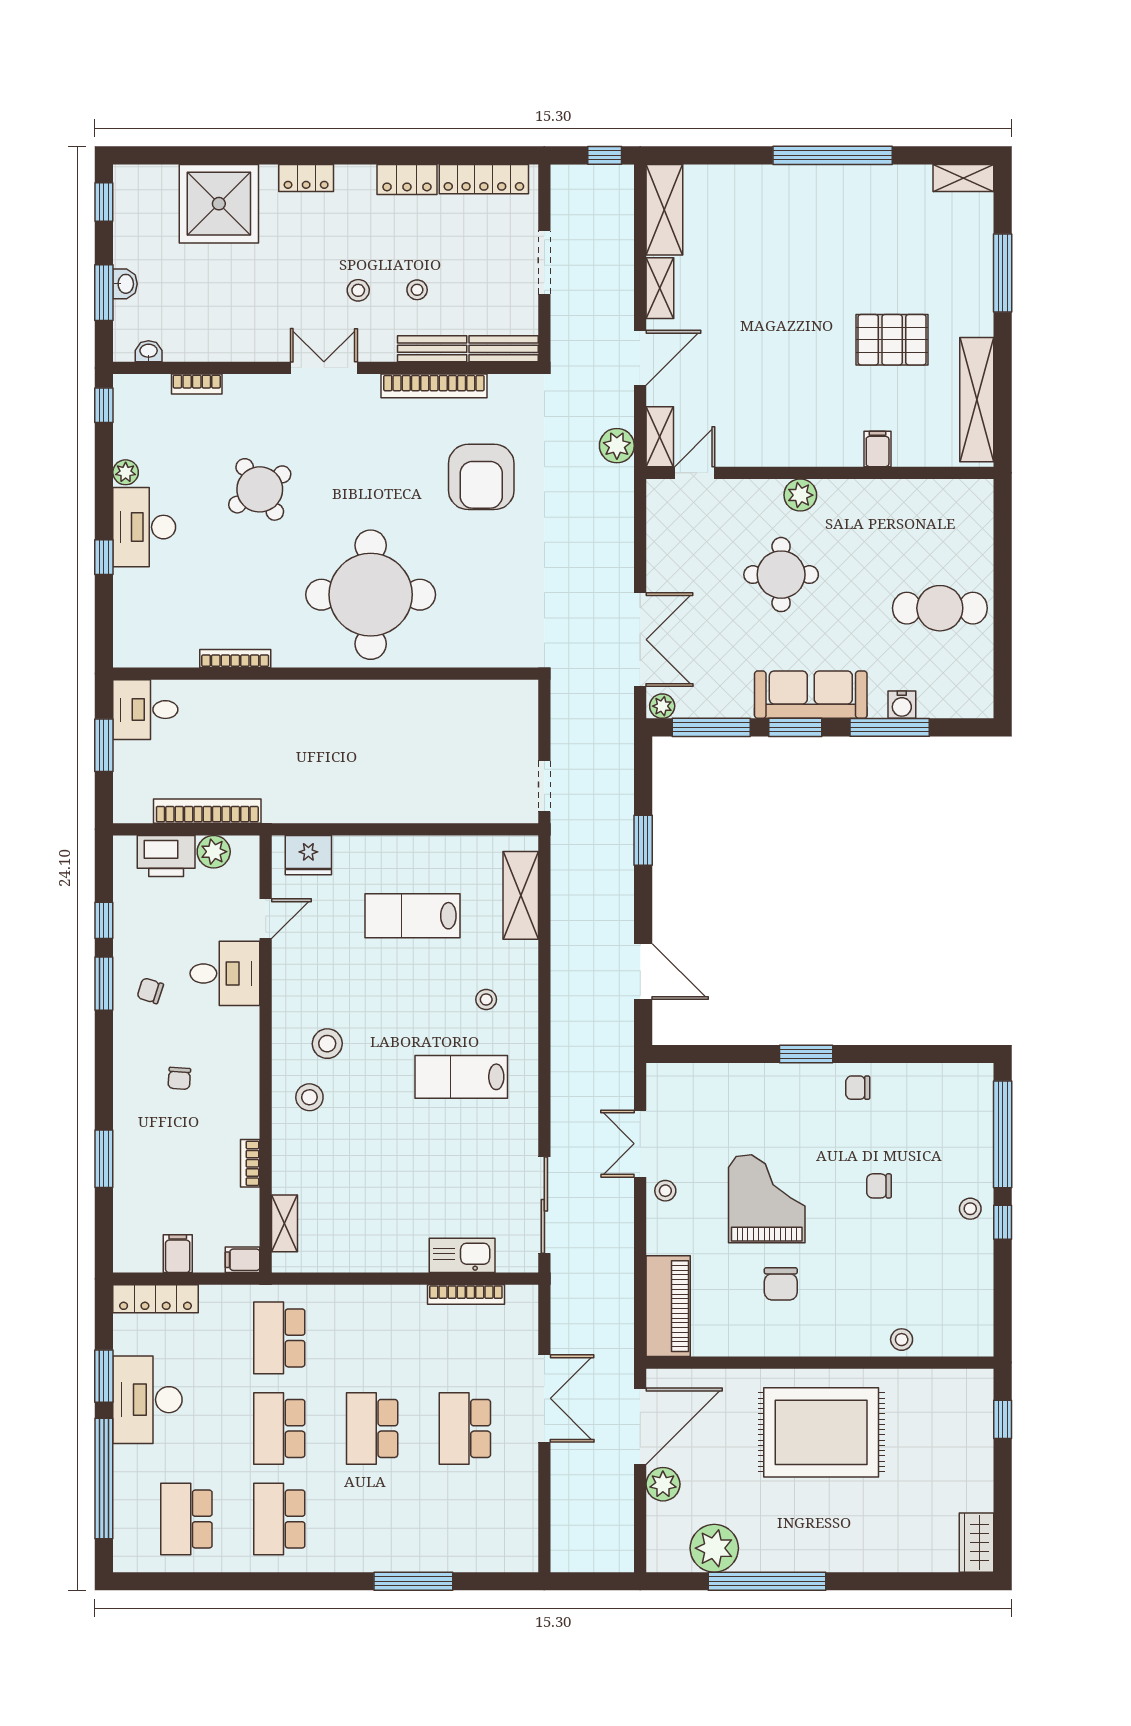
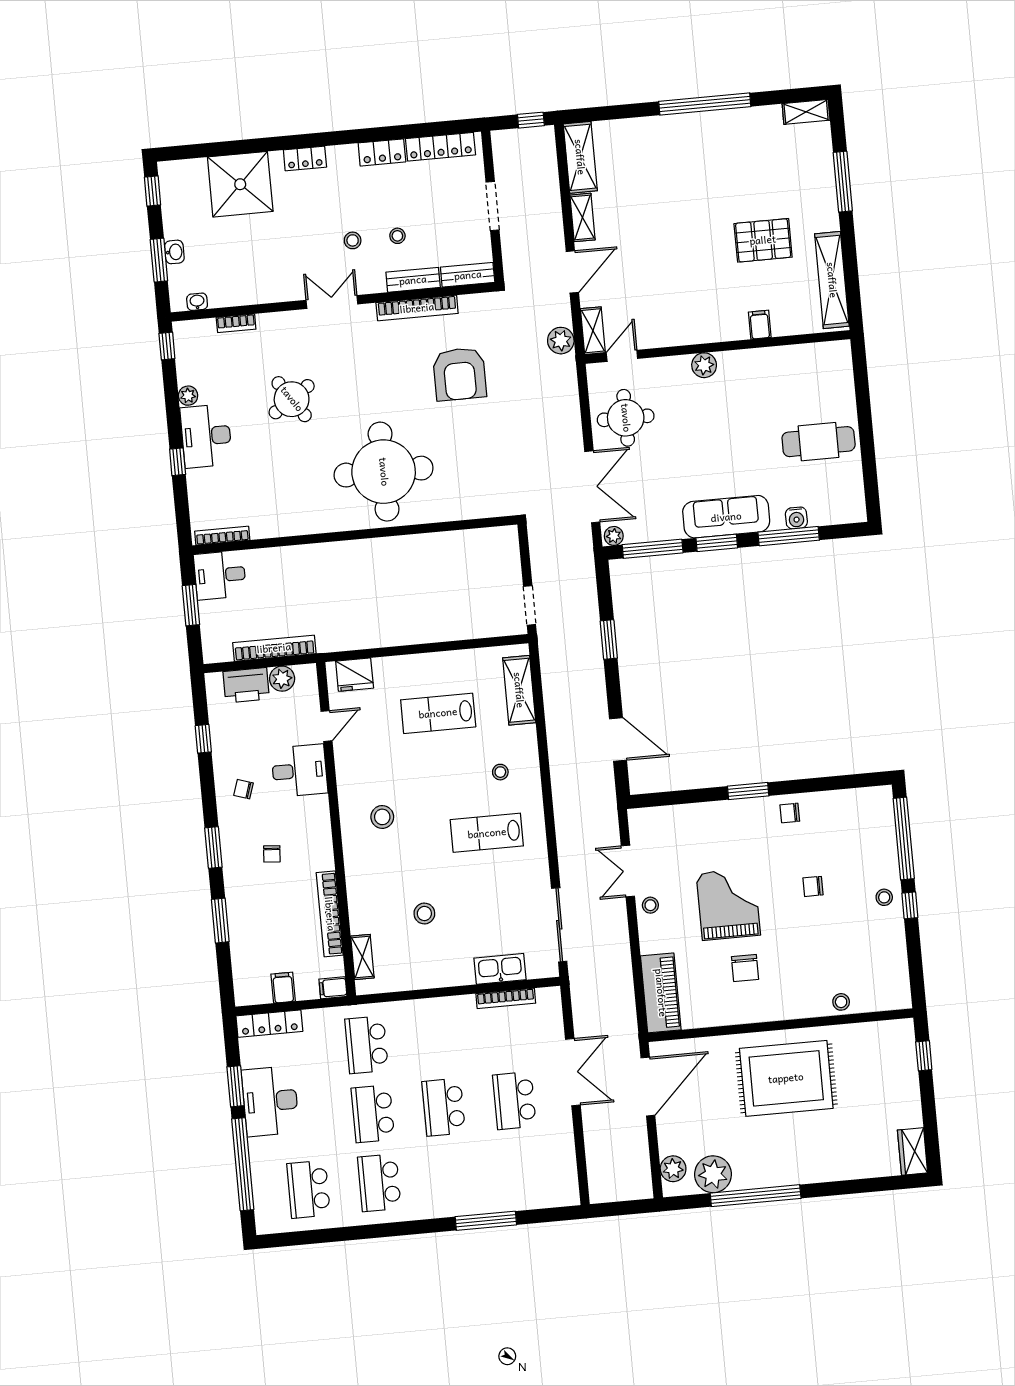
round table: (781, 575) -> (626, 418), moved
bookcase: (235, 658) -> (222, 536), moved
window: (104, 984) -> (213, 848), moved
stool: (309, 1097) -> (424, 913), moved
bookcase: (250, 1163) -> (330, 914), width x2.31, depth x1.31
plant: (663, 1484) -> (673, 1169), moved

